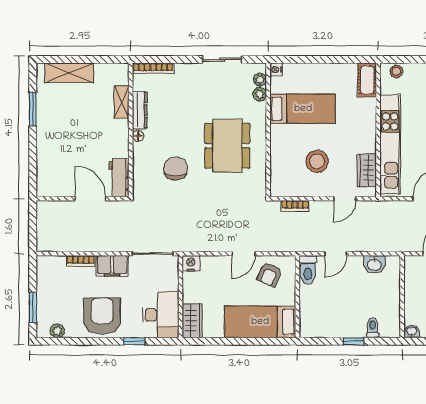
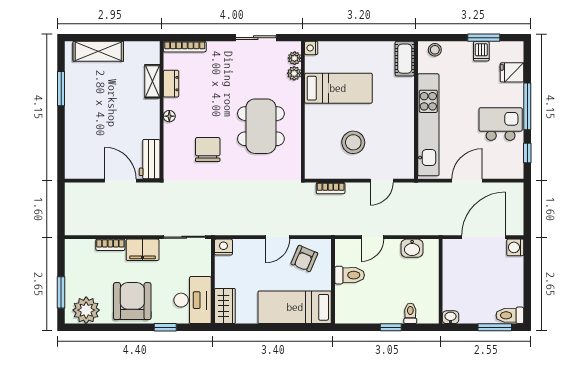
dresser: (140, 110) -> (171, 84), width x0.70
wardrobe: (367, 170) -> (404, 152), removed
toilet: (308, 270) -> (350, 275), moved, turned -90
plant: (57, 331) -> (86, 310), width x1.87, depth x1.87

